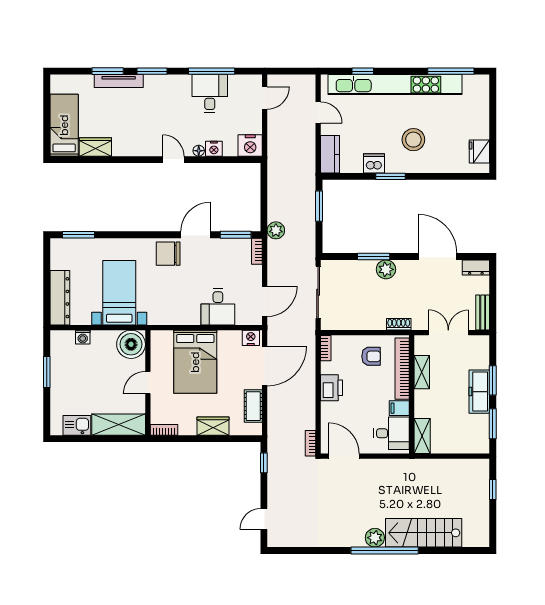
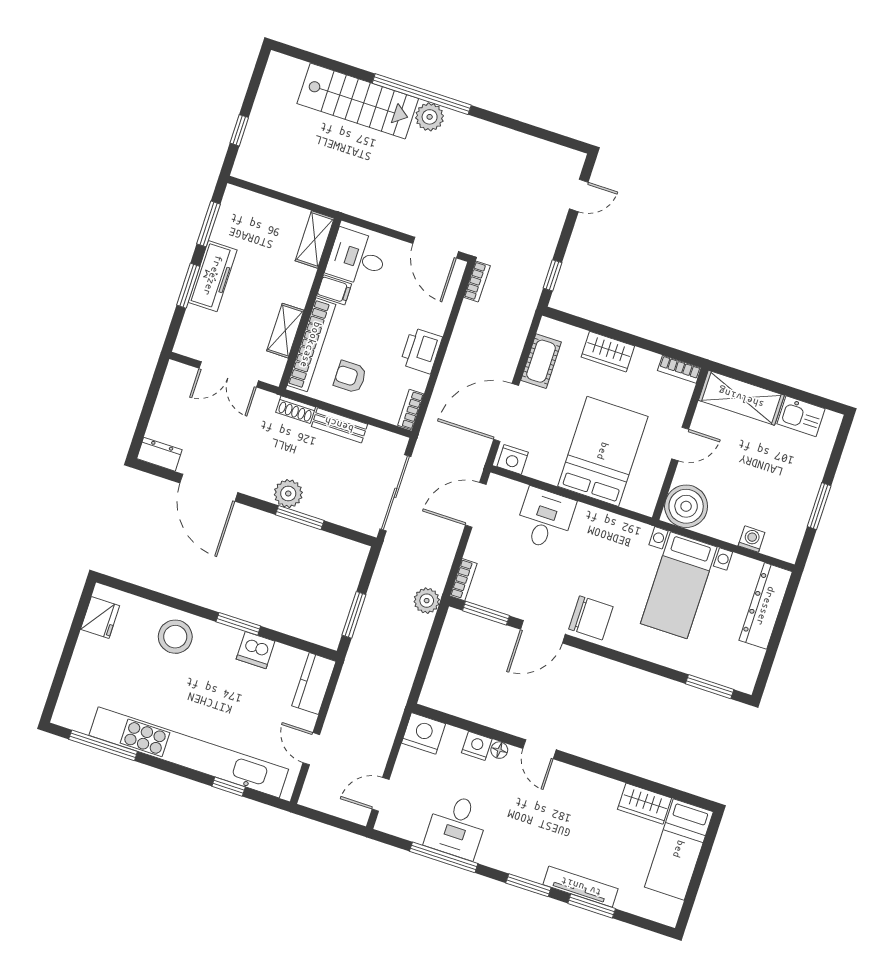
stool: (413, 140) -> (175, 637), moved
bench: (483, 312) -> (339, 425), moved, turned 90

